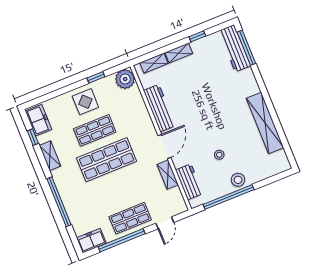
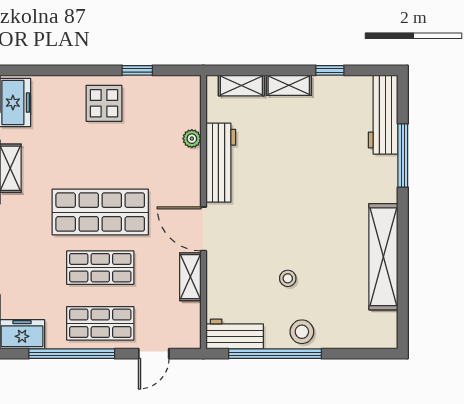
window: (246, 48) -> (403, 156), moved
plant: (125, 79) -> (192, 139), moved, width x0.53, depth x0.53
shop shelf: (95, 130) -> (100, 268), moved
door: (164, 147) -> (203, 229), swing flipped
workbench: (189, 182) -> (235, 334), moved, turned -90

